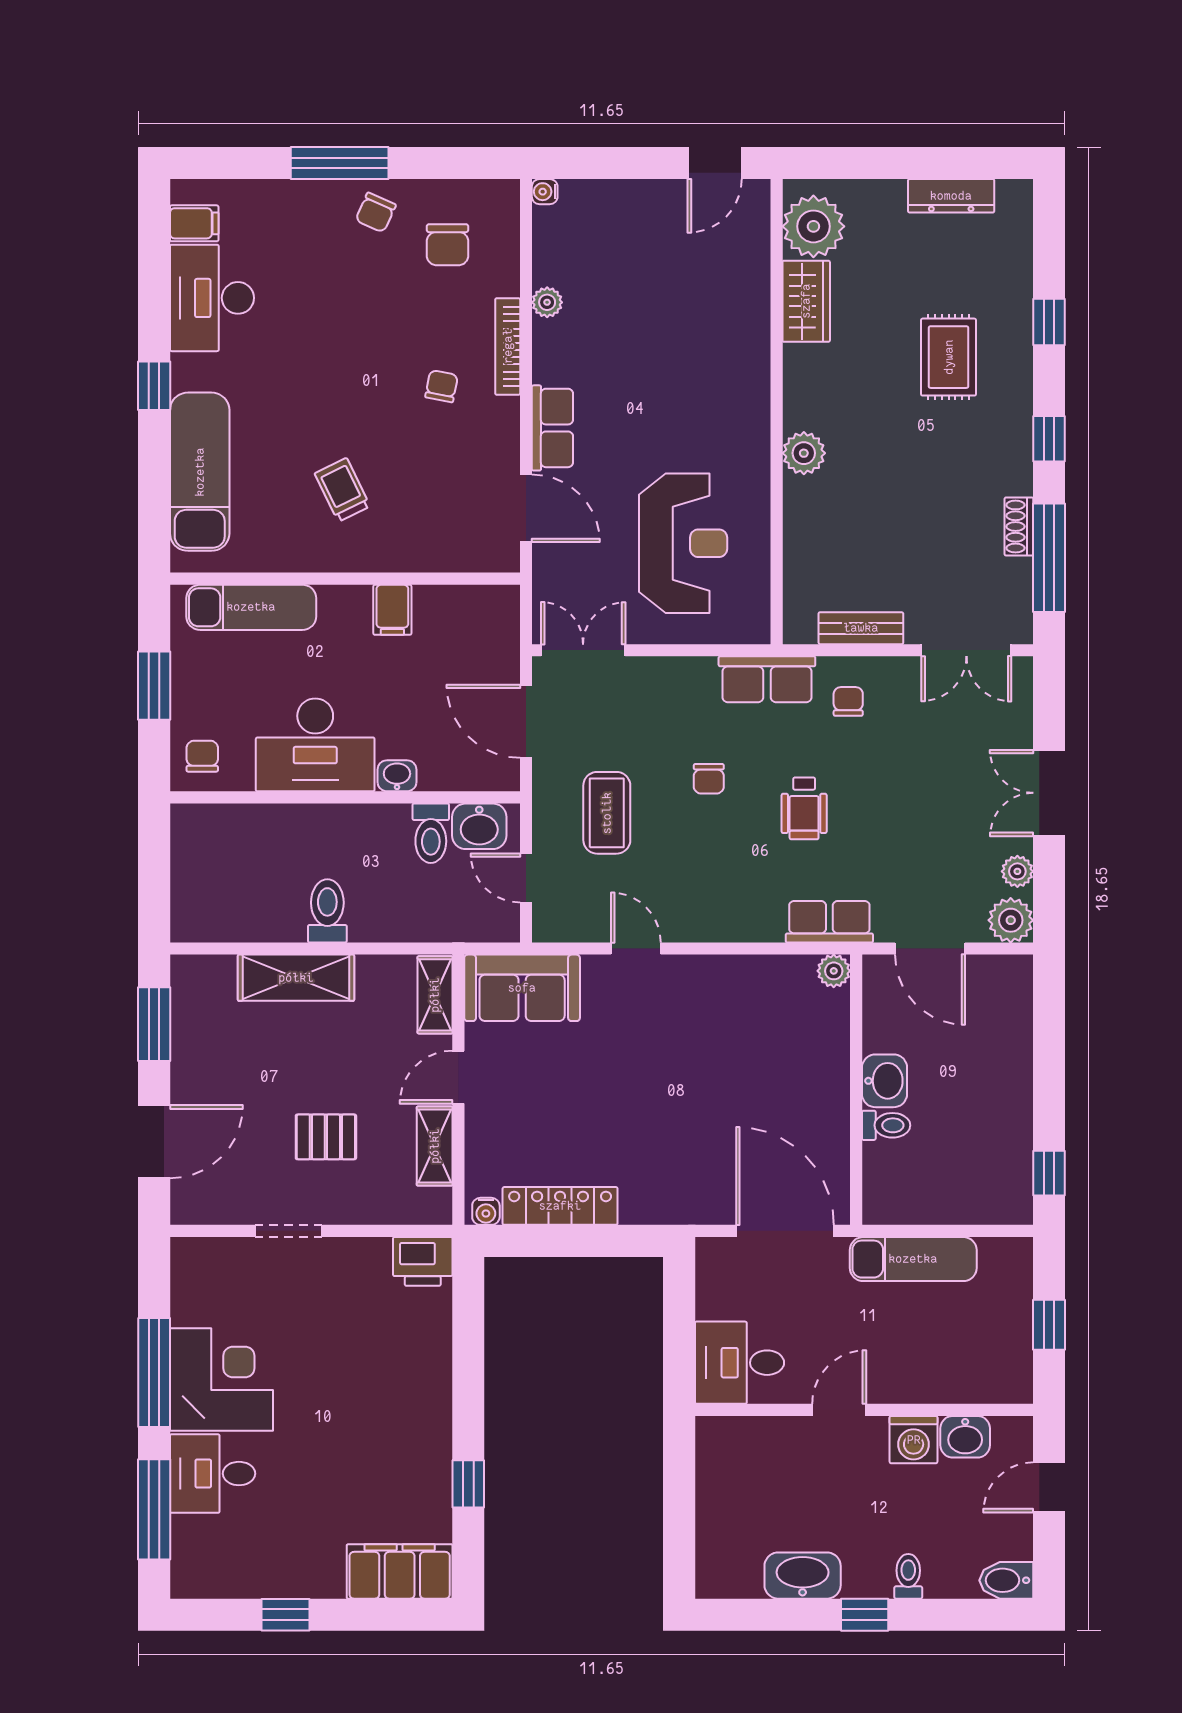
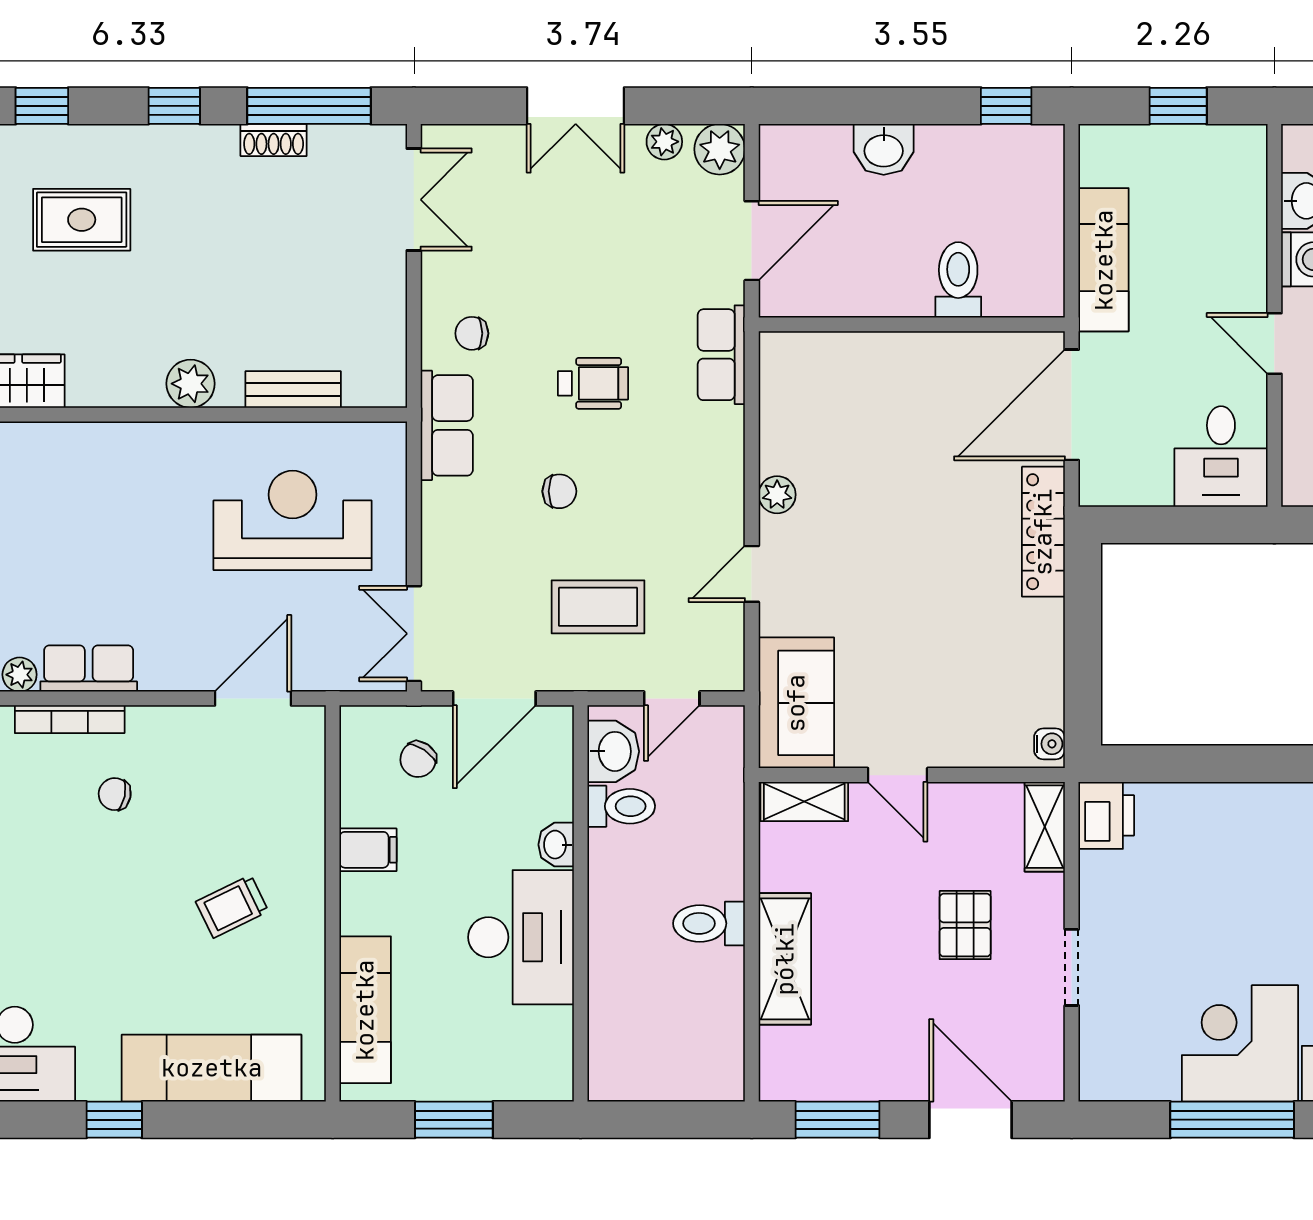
row of seats: (552, 428) -> (89, 669), moved
bench: (861, 628) -> (293, 390), moved, turned 90
chair: (202, 756) -> (418, 759), moved, turned -56
plant: (834, 971) -> (777, 495), moved
washbasin: (885, 1081) -> (884, 149), moved, turned 180
toilet: (886, 1125) -> (958, 280), width x1.37, depth x1.39
shelving: (435, 1146) -> (1045, 827), moved, turned 90
locker: (560, 1206) -> (1043, 532), moved

